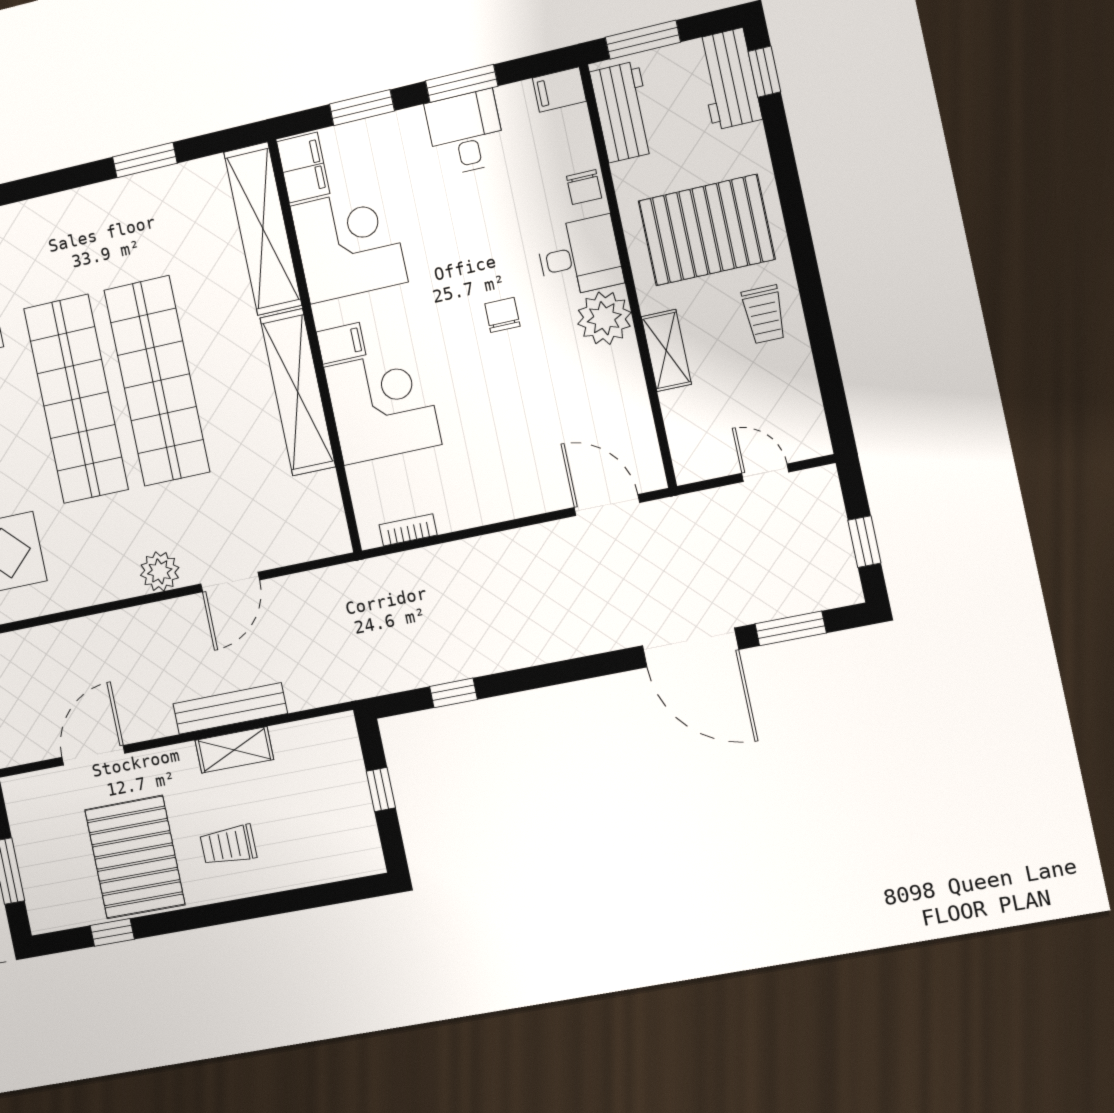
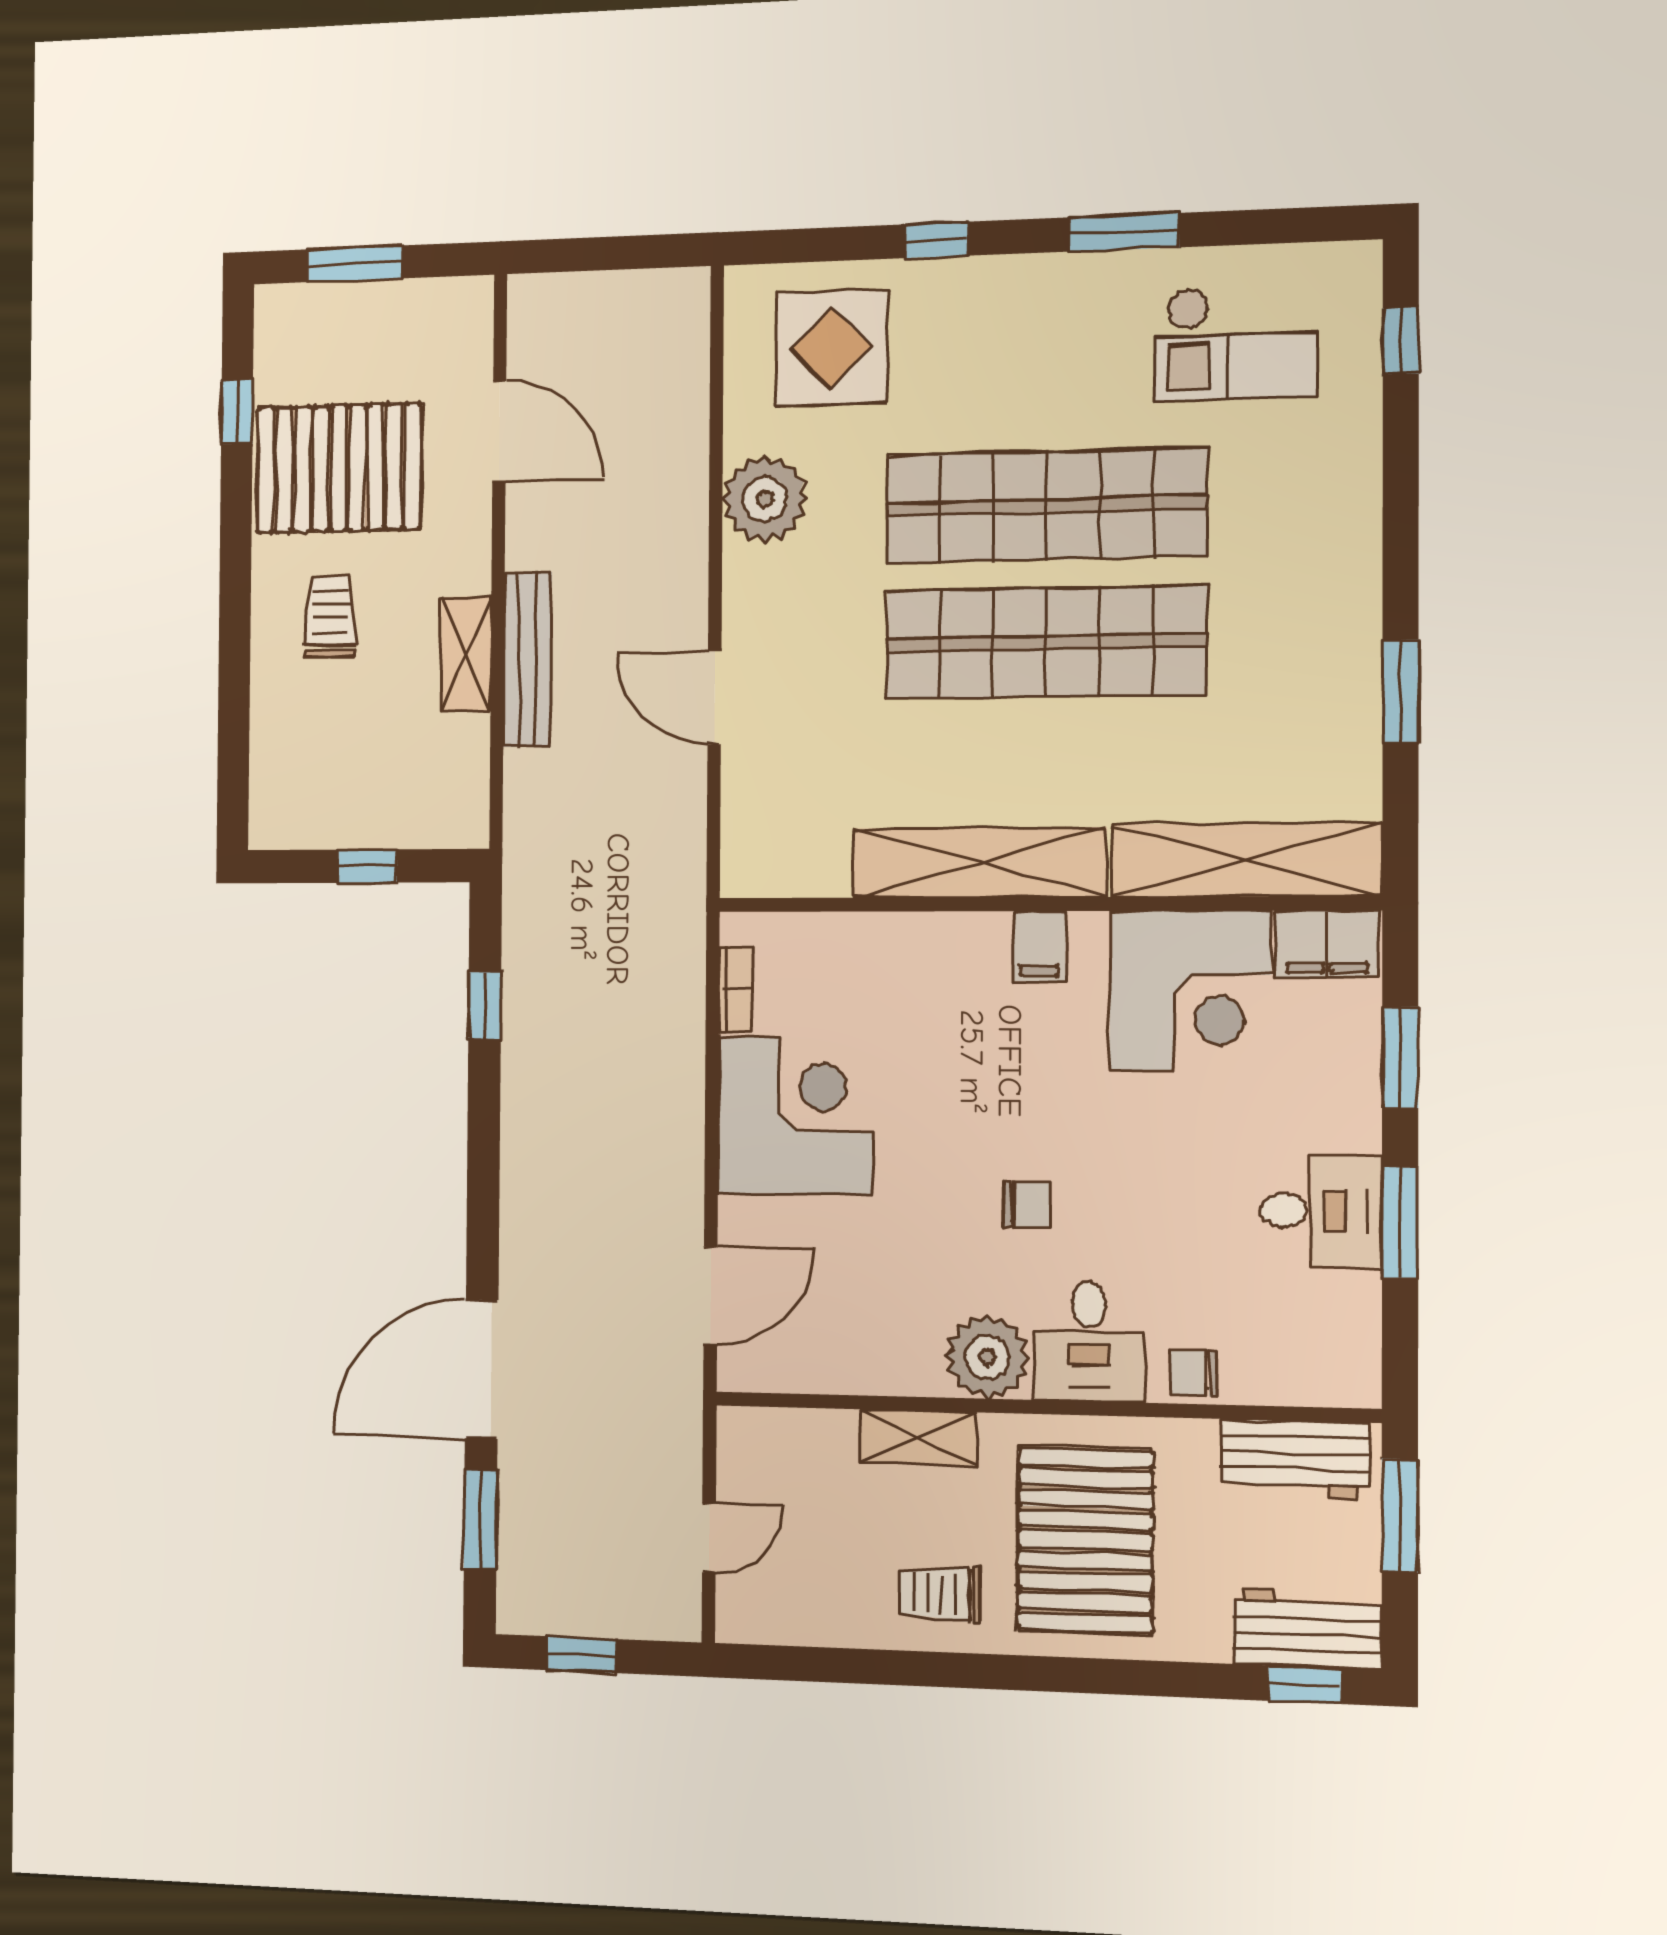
filing cabinet: (559, 90) -> (1353, 1371), removed
corner desk: (383, 406) -> (795, 1115), moved, turned -90
plant: (160, 571) -> (765, 499), moved, width x1.36, depth x1.36

